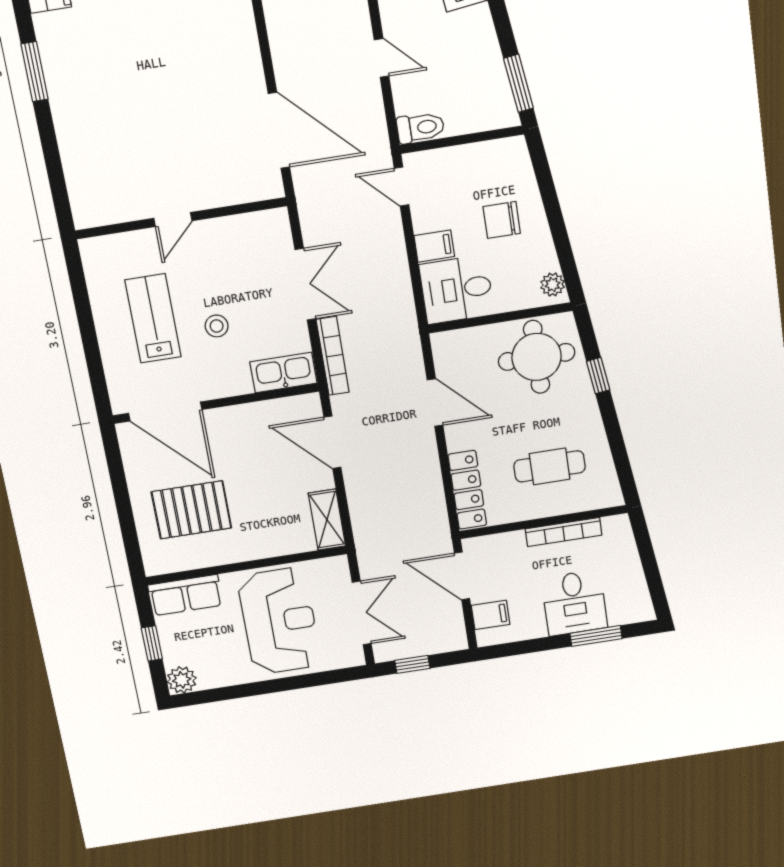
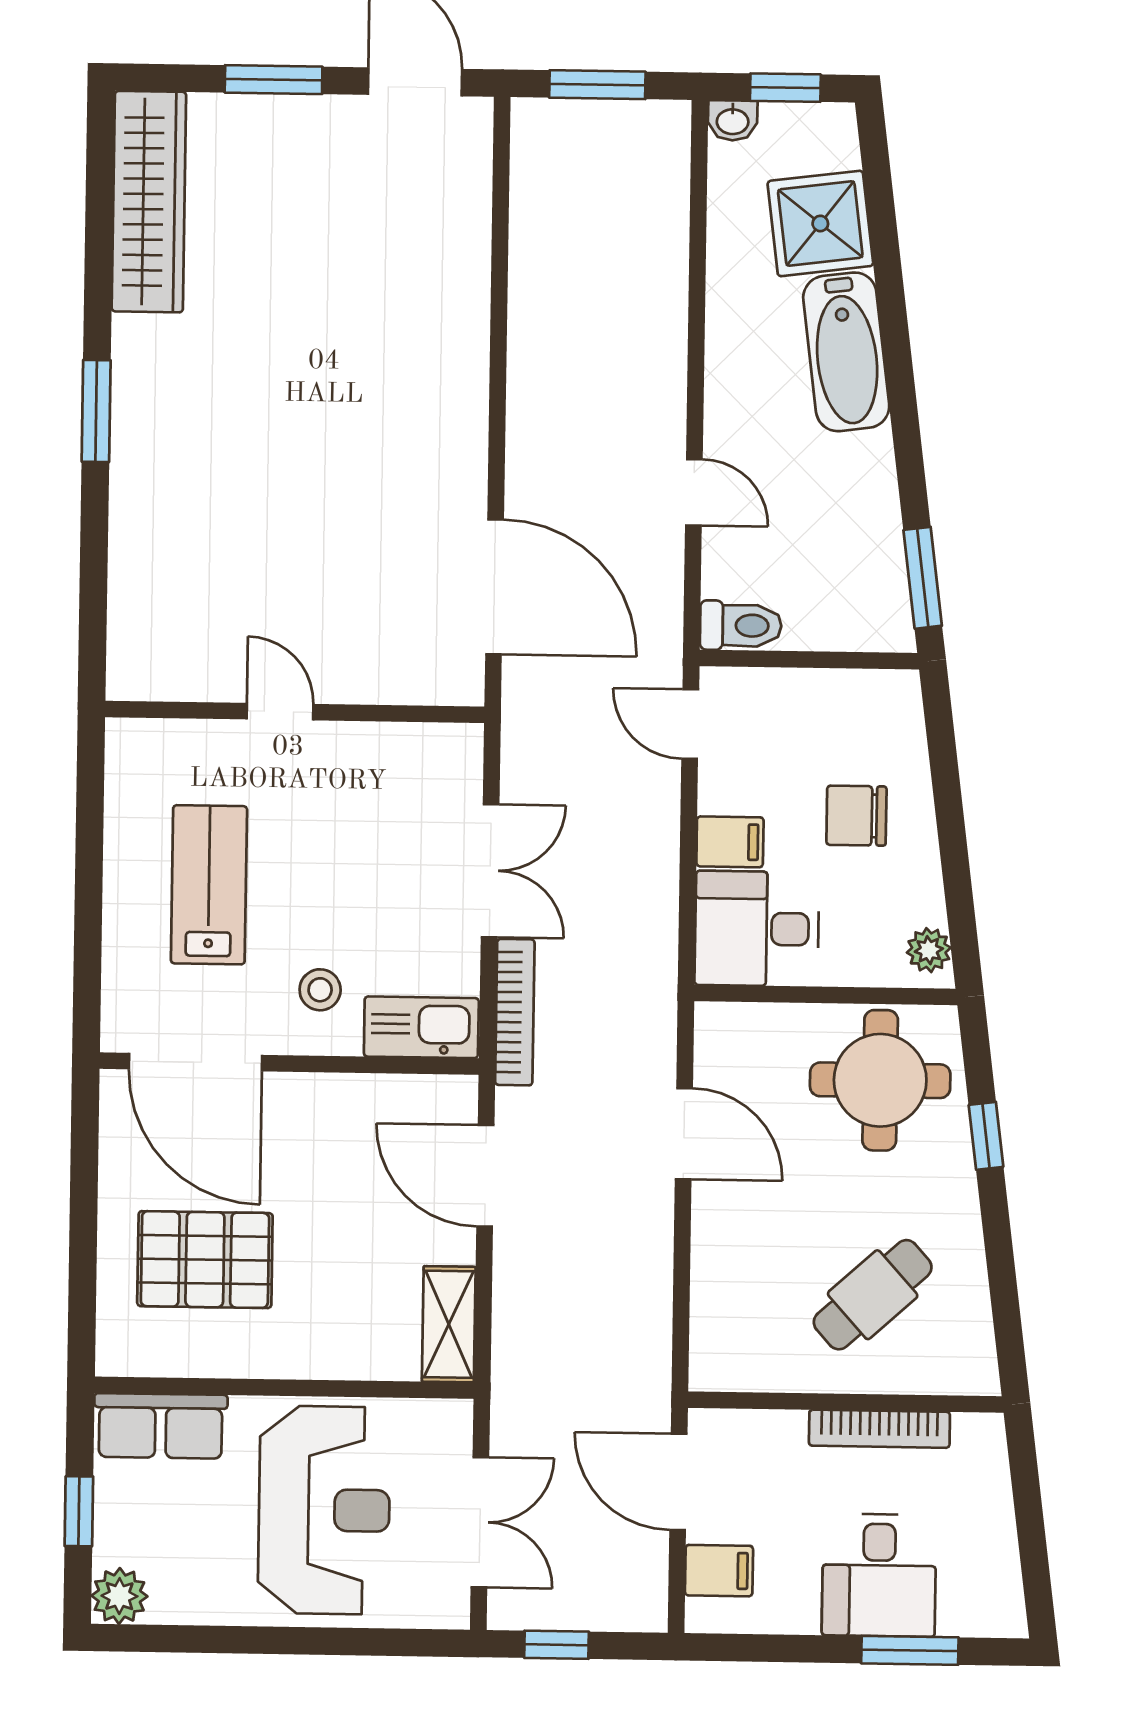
door: (173, 220) -> (280, 712), swing flipped
stool: (217, 326) -> (320, 990), moved
cafe table: (550, 466) -> (873, 1295), turned -42
locker: (467, 490) -> (715, 1313), removed

